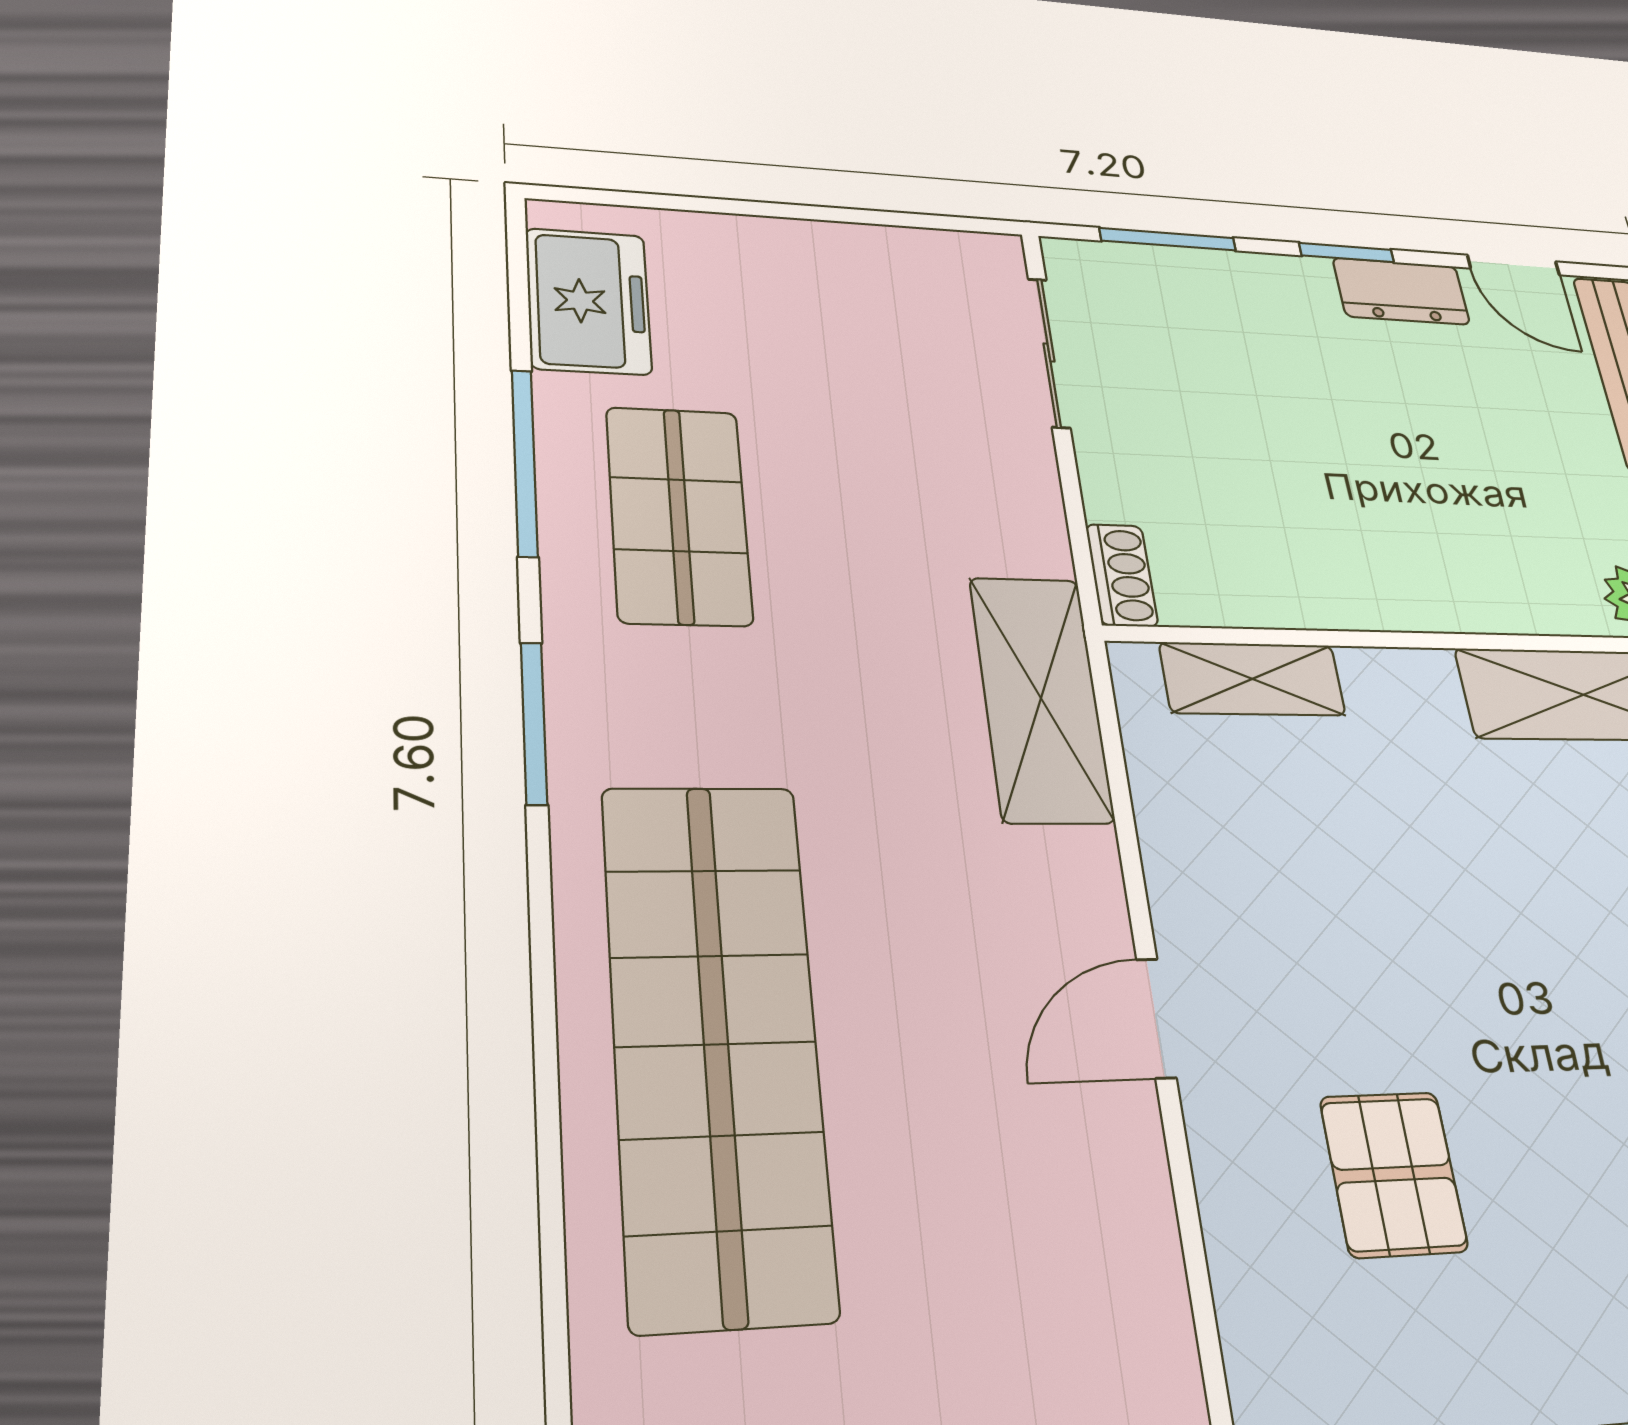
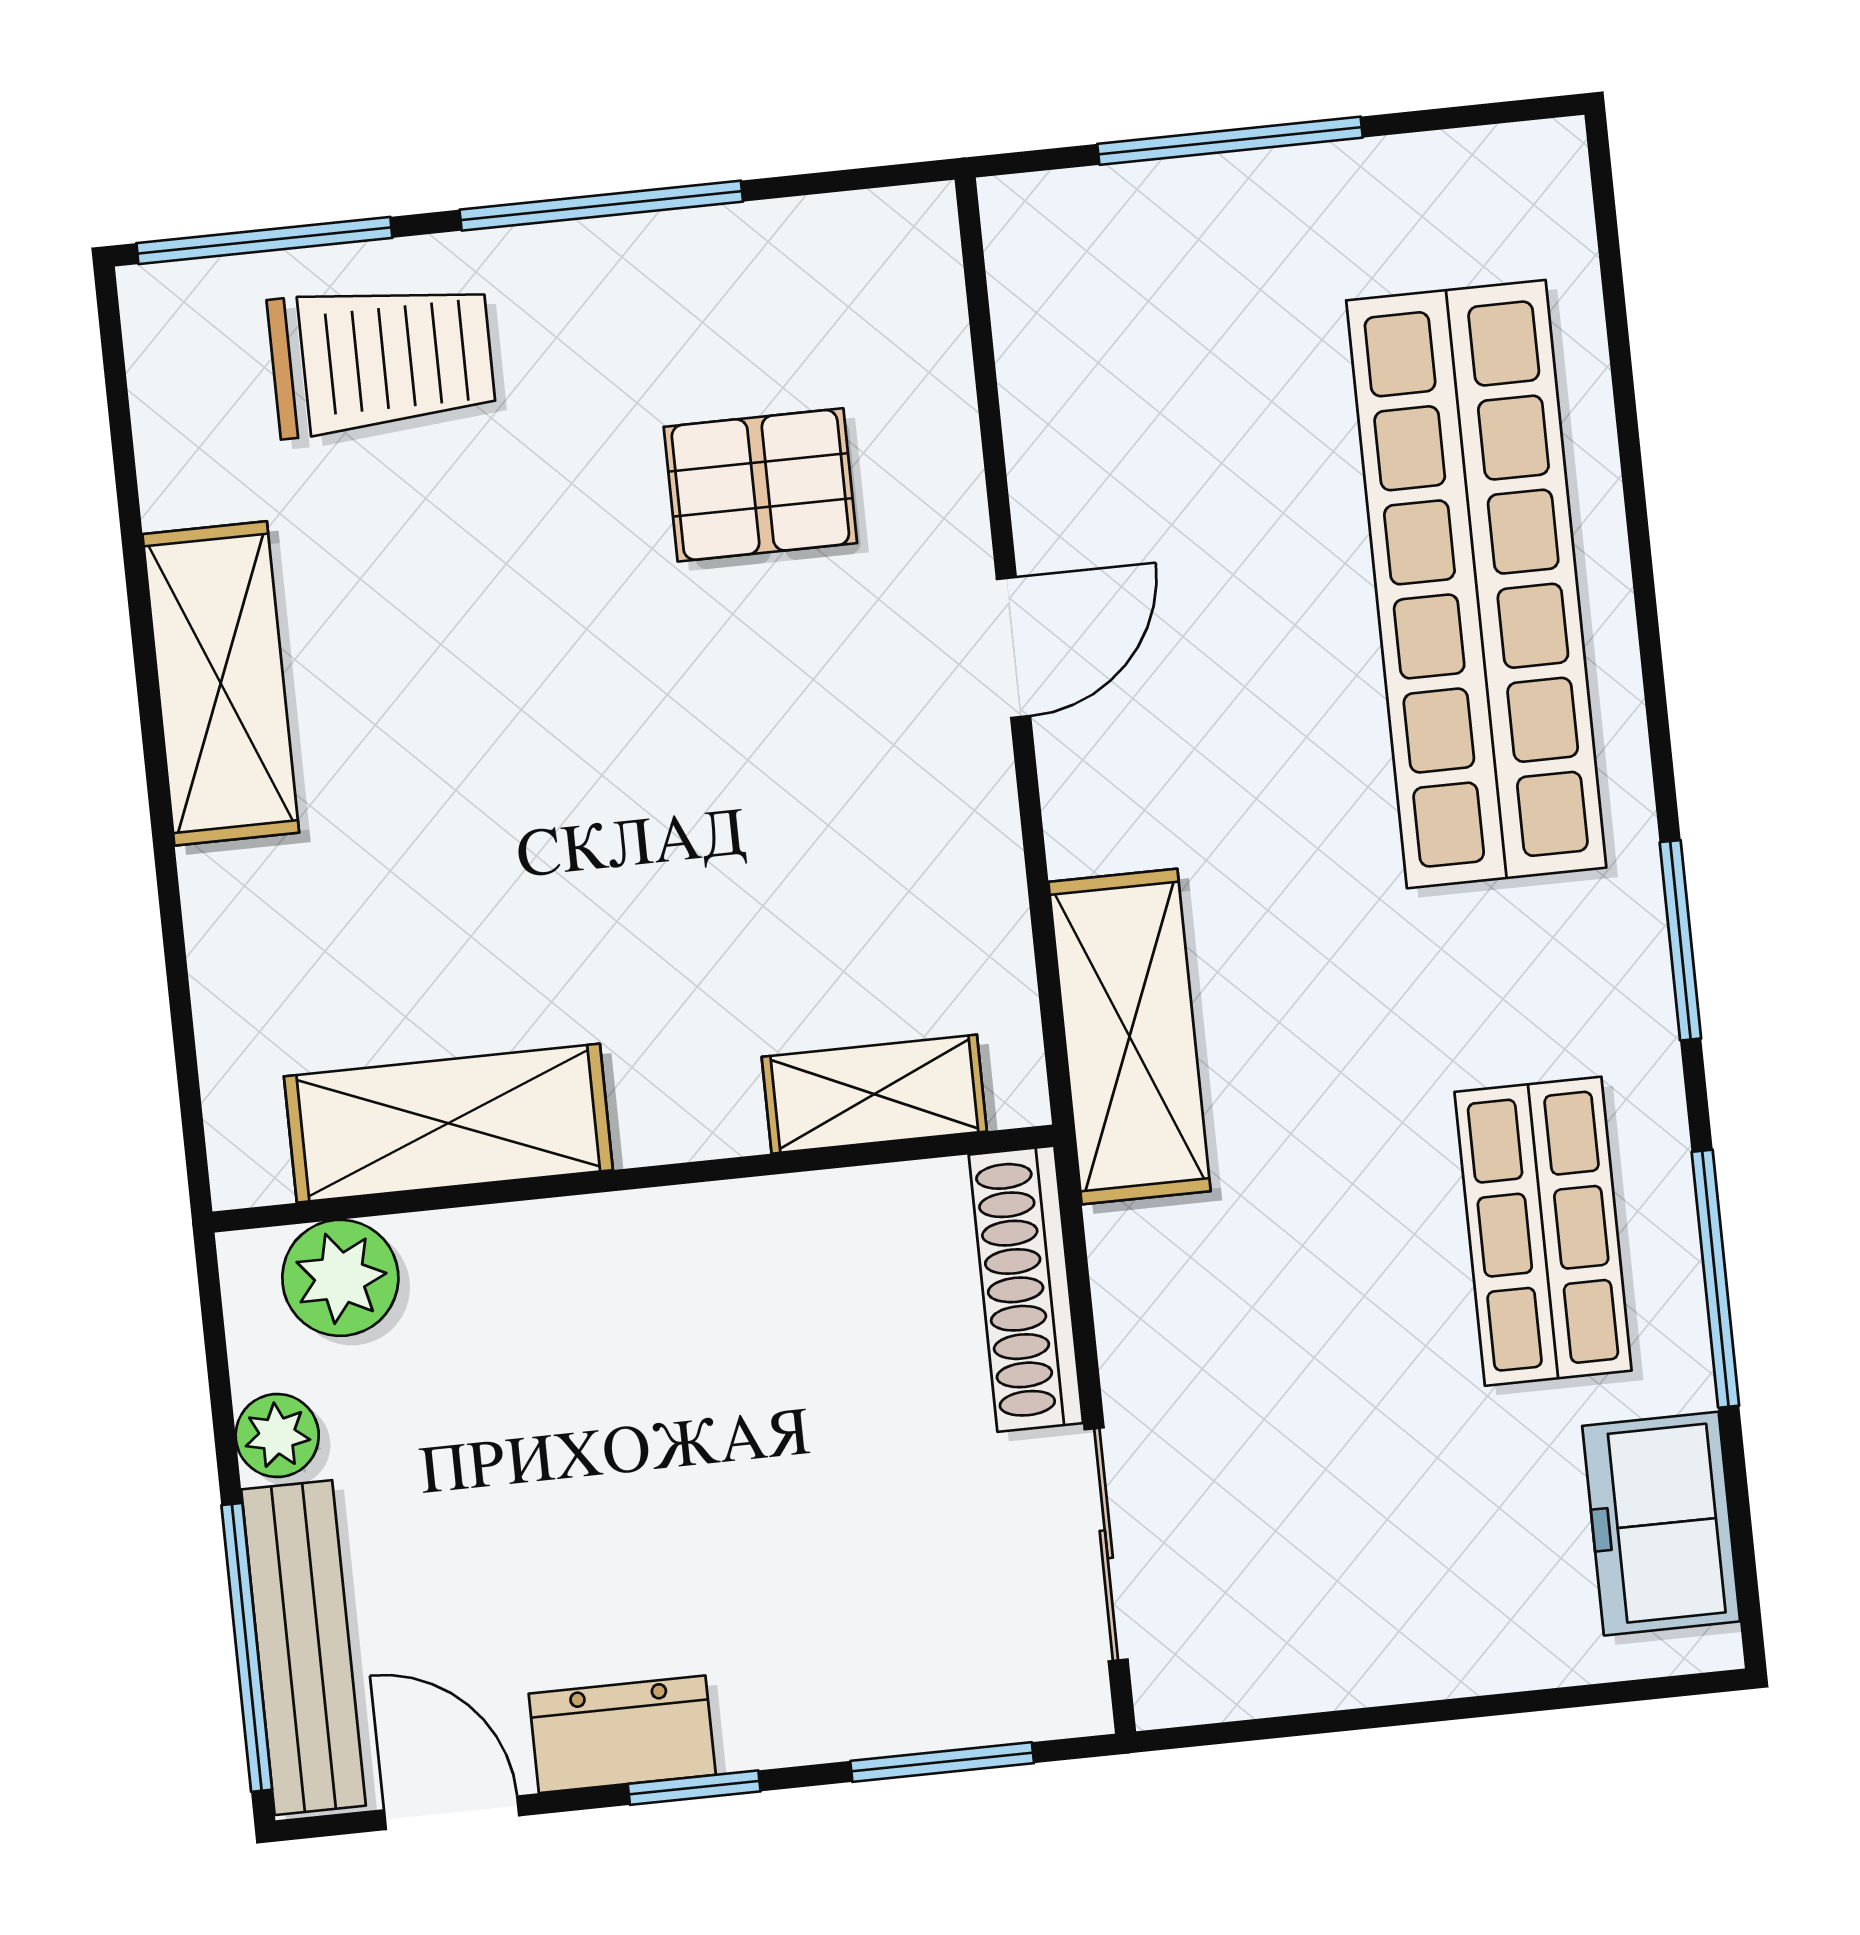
shoe rack: (1122, 575) -> (1026, 1289), width x1.94, depth x1.24
pallet: (1394, 1174) -> (760, 485), turned 90

